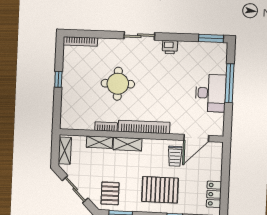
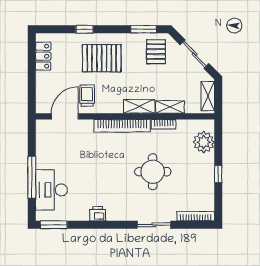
sliding door: (139, 36) -> (154, 225), moved
desk: (211, 93) -> (51, 190), moved
plant: (70, 109) -> (204, 142), added

